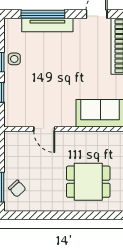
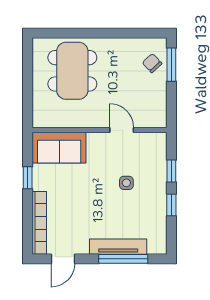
side table: (14, 59) -> (126, 183), moved
dining table: (88, 182) -> (72, 71), width x1.38

